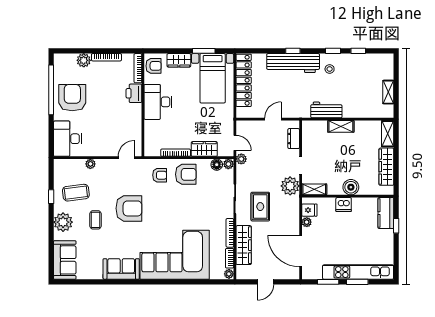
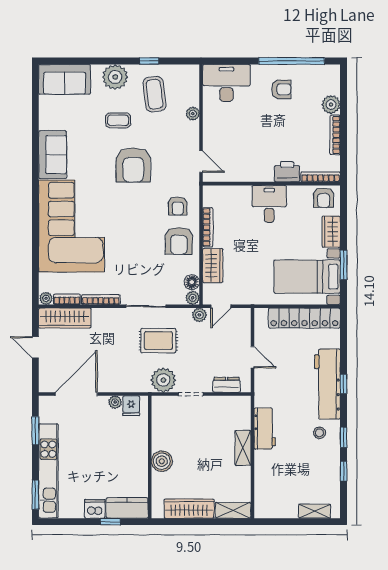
shelving: (388, 92) -> (315, 511), moved
armchair: (72, 98) -> (281, 89), width x0.53, depth x0.53
desk: (158, 102) -> (269, 204), width x0.73
shelving: (314, 189) -> (159, 412), removed
dishwasher: (344, 205) -> (95, 509), moved, turned 90
rug: (260, 207) -> (158, 341), moved
wardrobe: (244, 245) -> (65, 318), moved
window: (357, 282) -> (35, 495), moved

